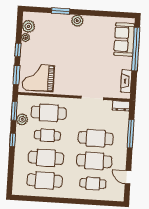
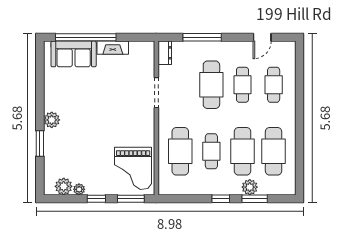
fireplace: (126, 81) -> (113, 48), moved
window: (14, 111) -> (255, 199), moved
plant: (22, 119) -> (250, 187), moved
cafe table: (94, 161) -> (242, 85), width x0.73, depth x0.74

